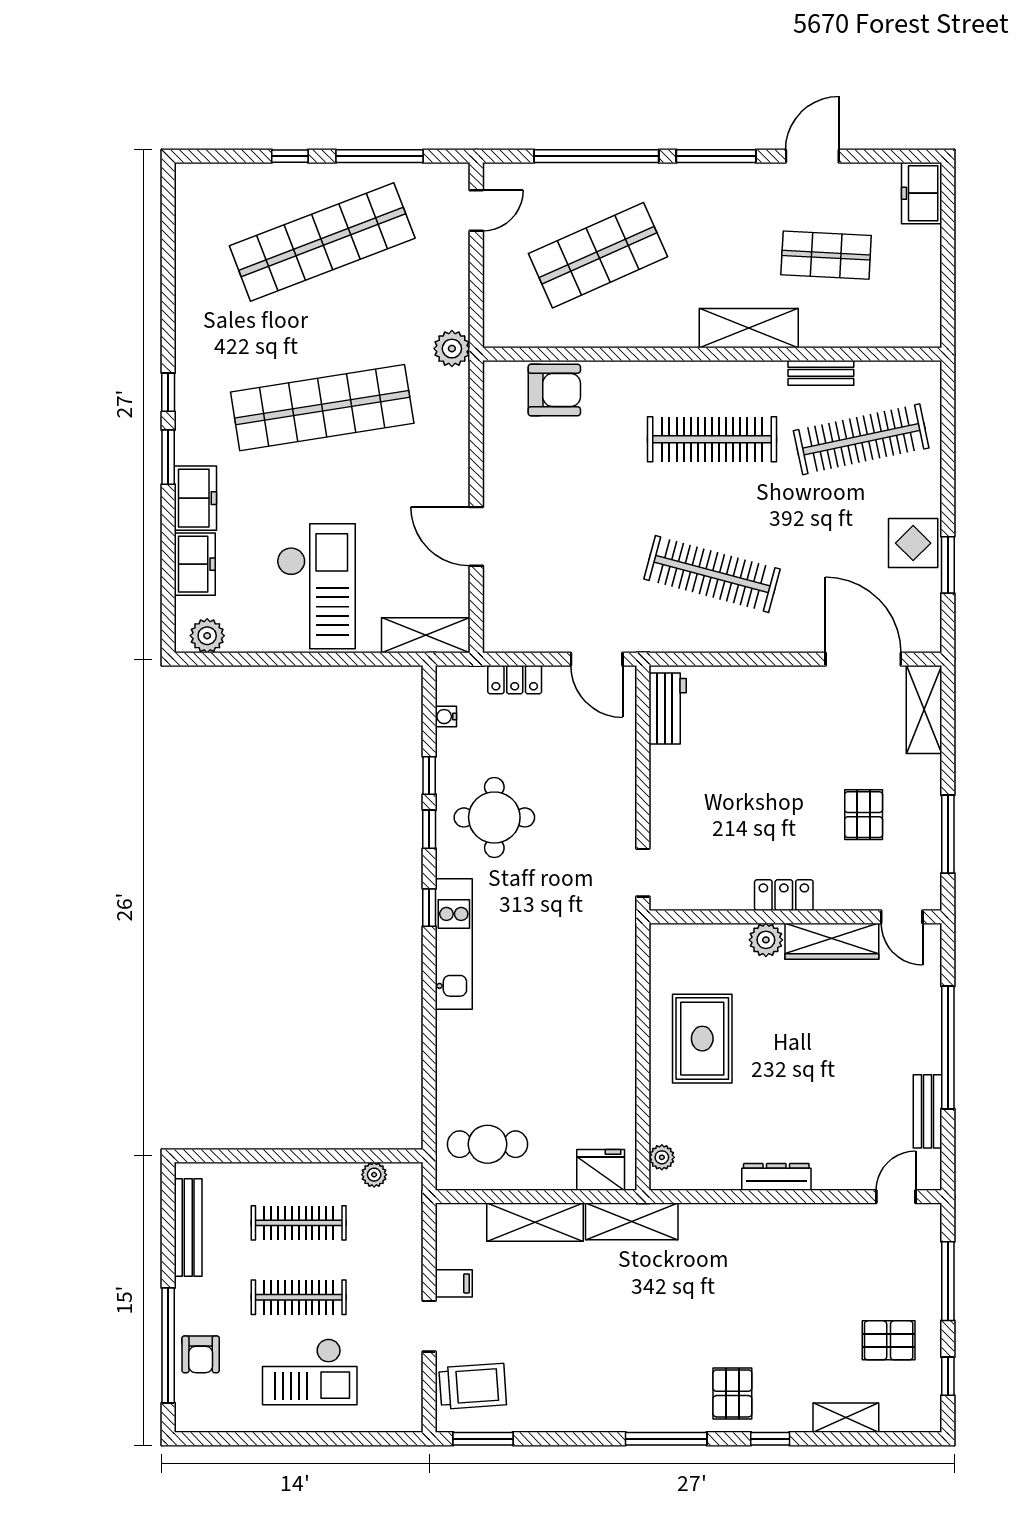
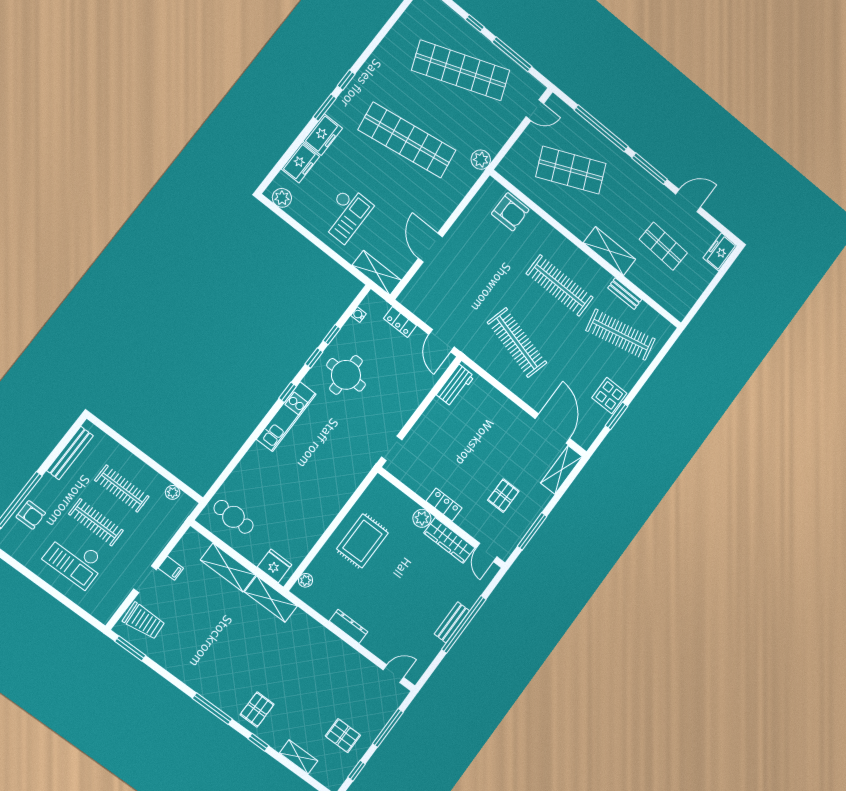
checkout: (316, 586) -> (346, 214), width x0.73, depth x0.83
bench: (927, 1111) -> (452, 622), moved
armchair: (201, 1354) -> (31, 515), turned -90

